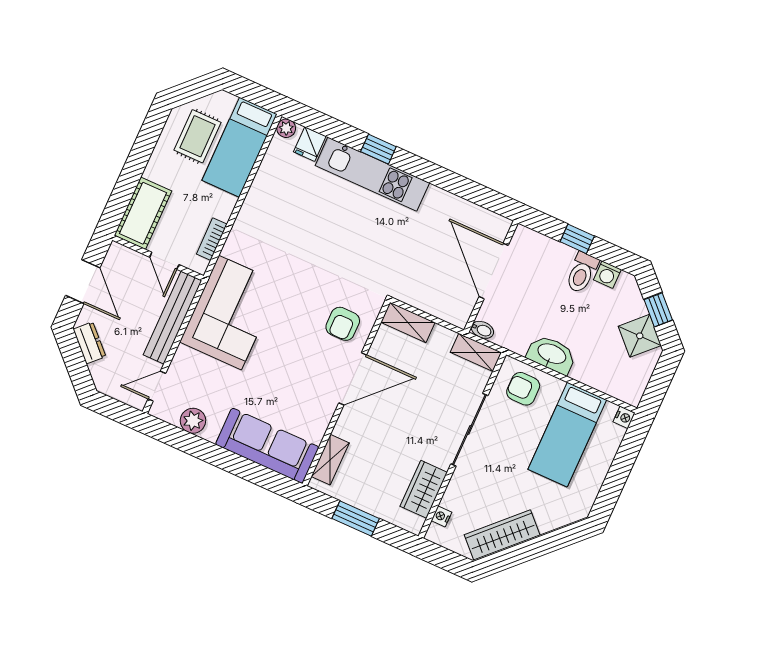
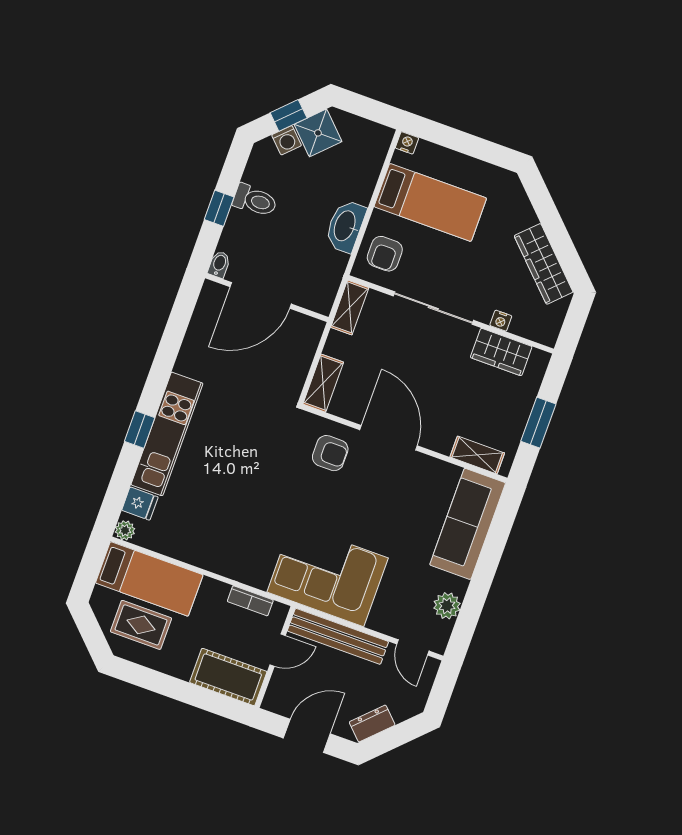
washing machine: (607, 275) -> (287, 140), moved, turned 45
bidet: (482, 330) -> (219, 264), moved
nightstand: (441, 516) -> (501, 321), moved

